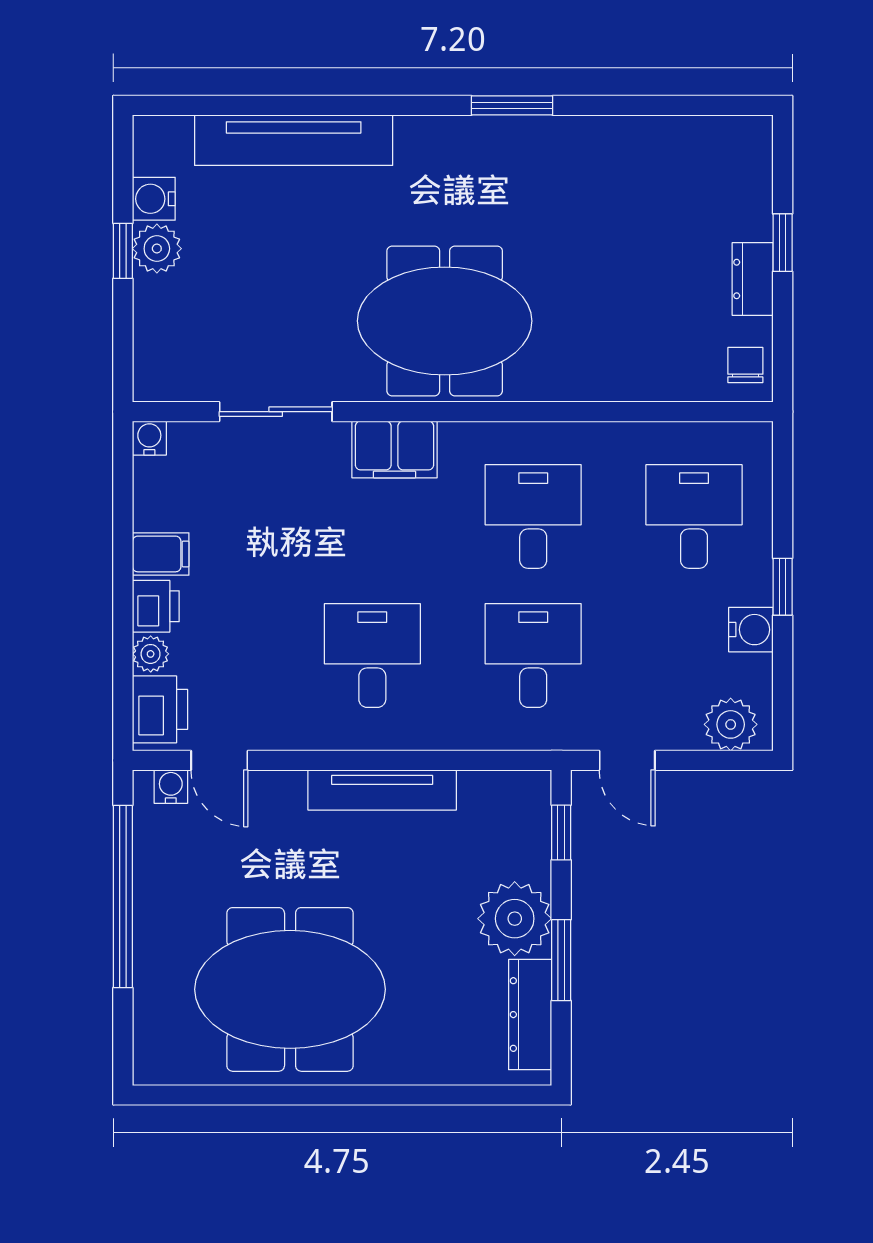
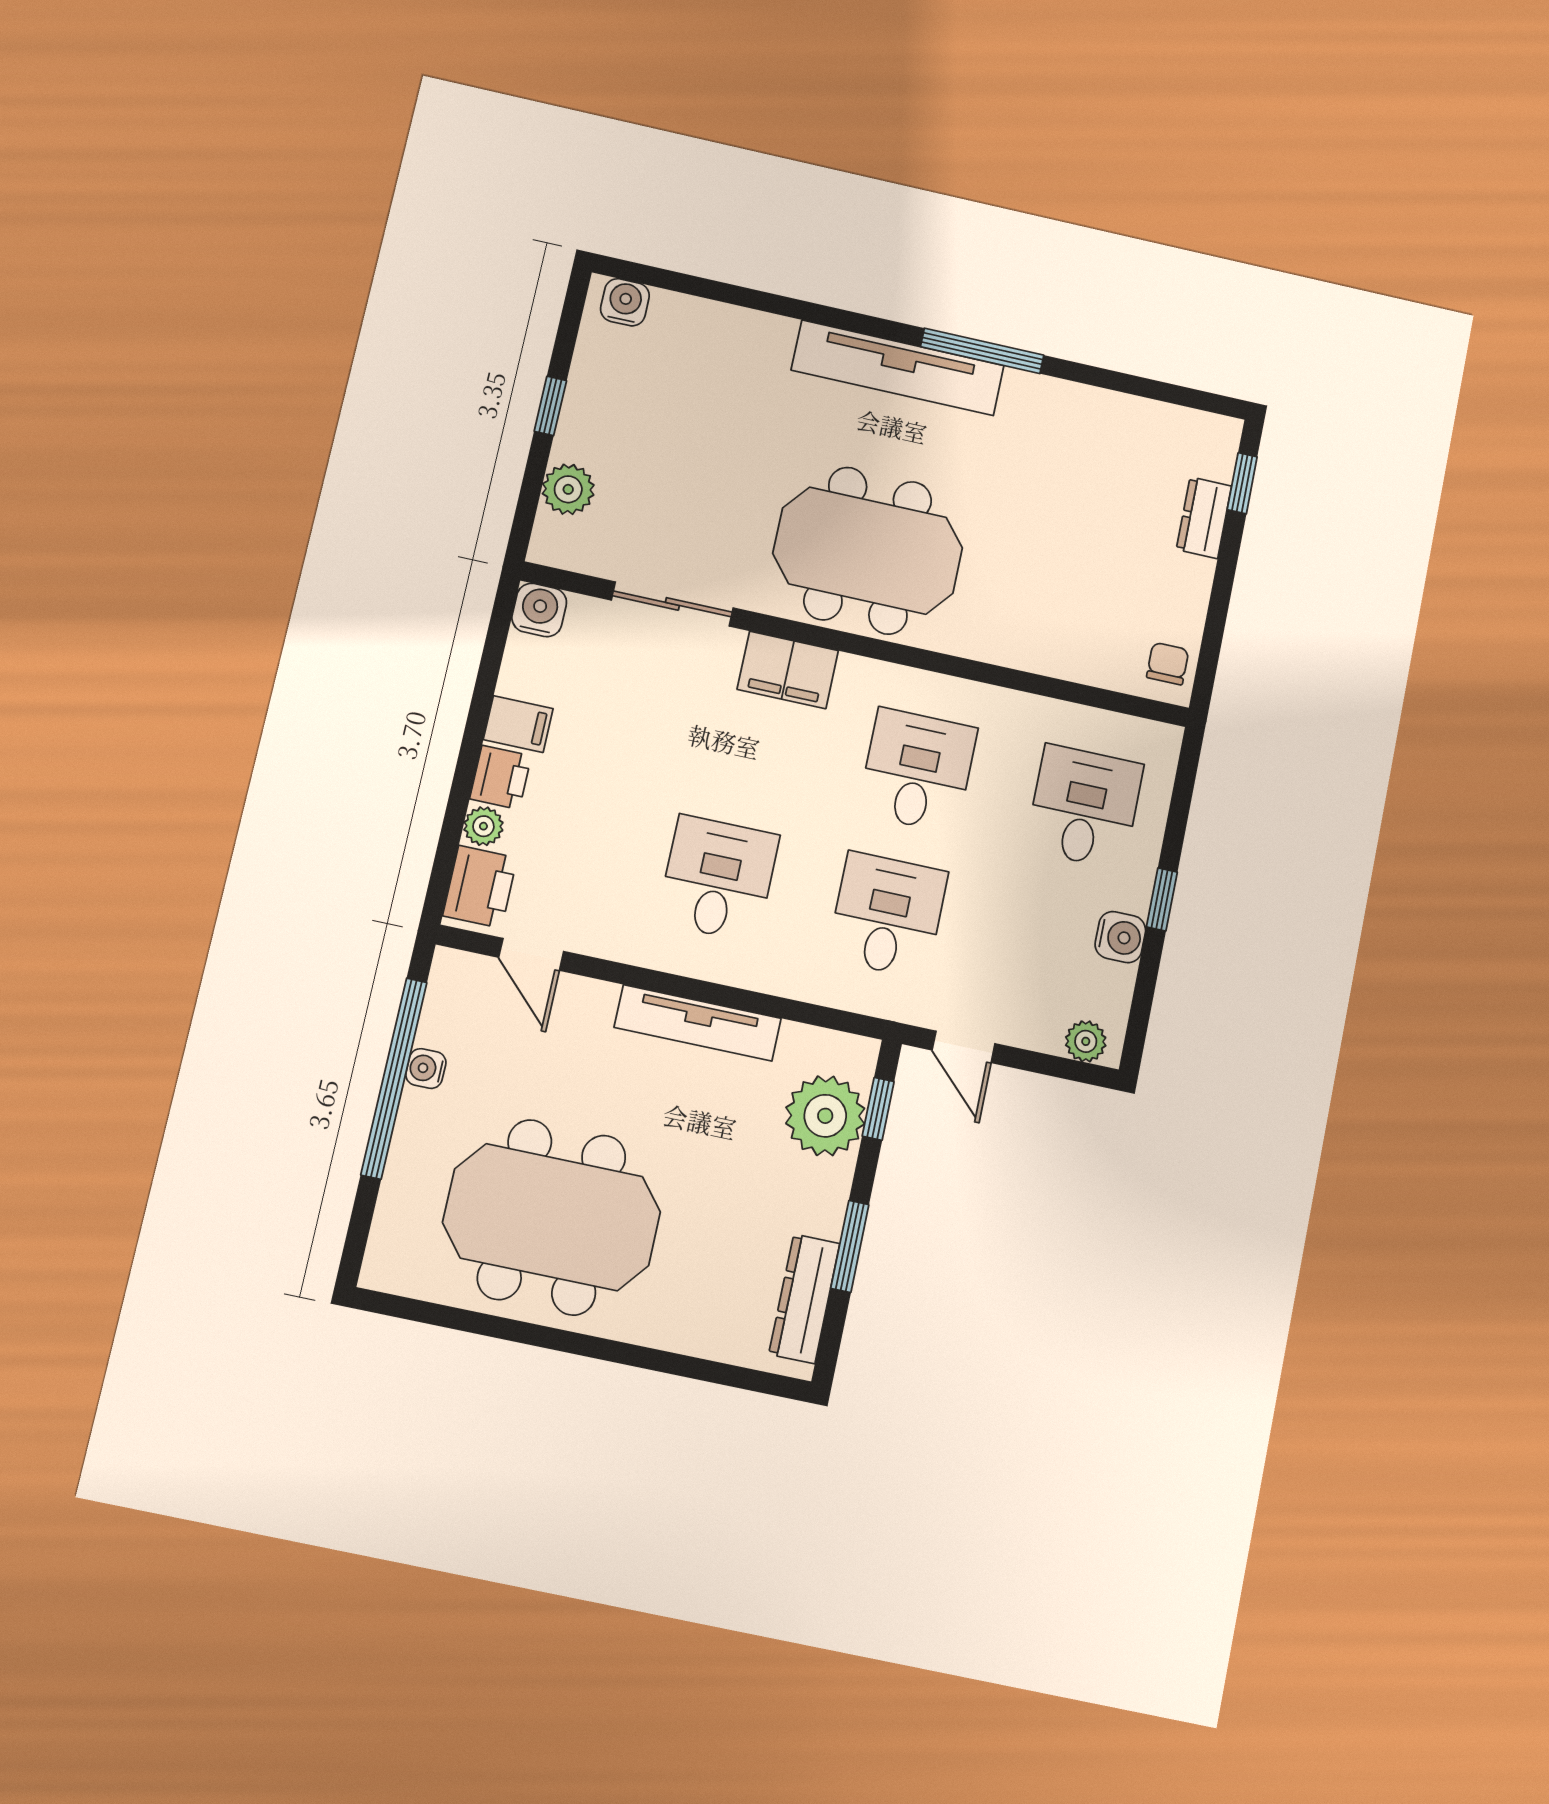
window: (512, 105) -> (982, 351), width x1.44
tv unit: (294, 140) -> (898, 368), moved
water cooler: (154, 199) -> (625, 302), moved, turned 90
window: (783, 243) -> (1242, 483), moved
plant: (157, 249) -> (568, 489), moved
dresser: (753, 279) -> (1204, 518), moved
water cooler: (149, 438) -> (539, 610), width x1.38, depth x1.38
plant: (731, 724) -> (1086, 1041), width x0.73, depth x0.73
water cooler: (171, 787) -> (426, 1069), moved, turned -90
plant: (515, 919) -> (825, 1116), moved

